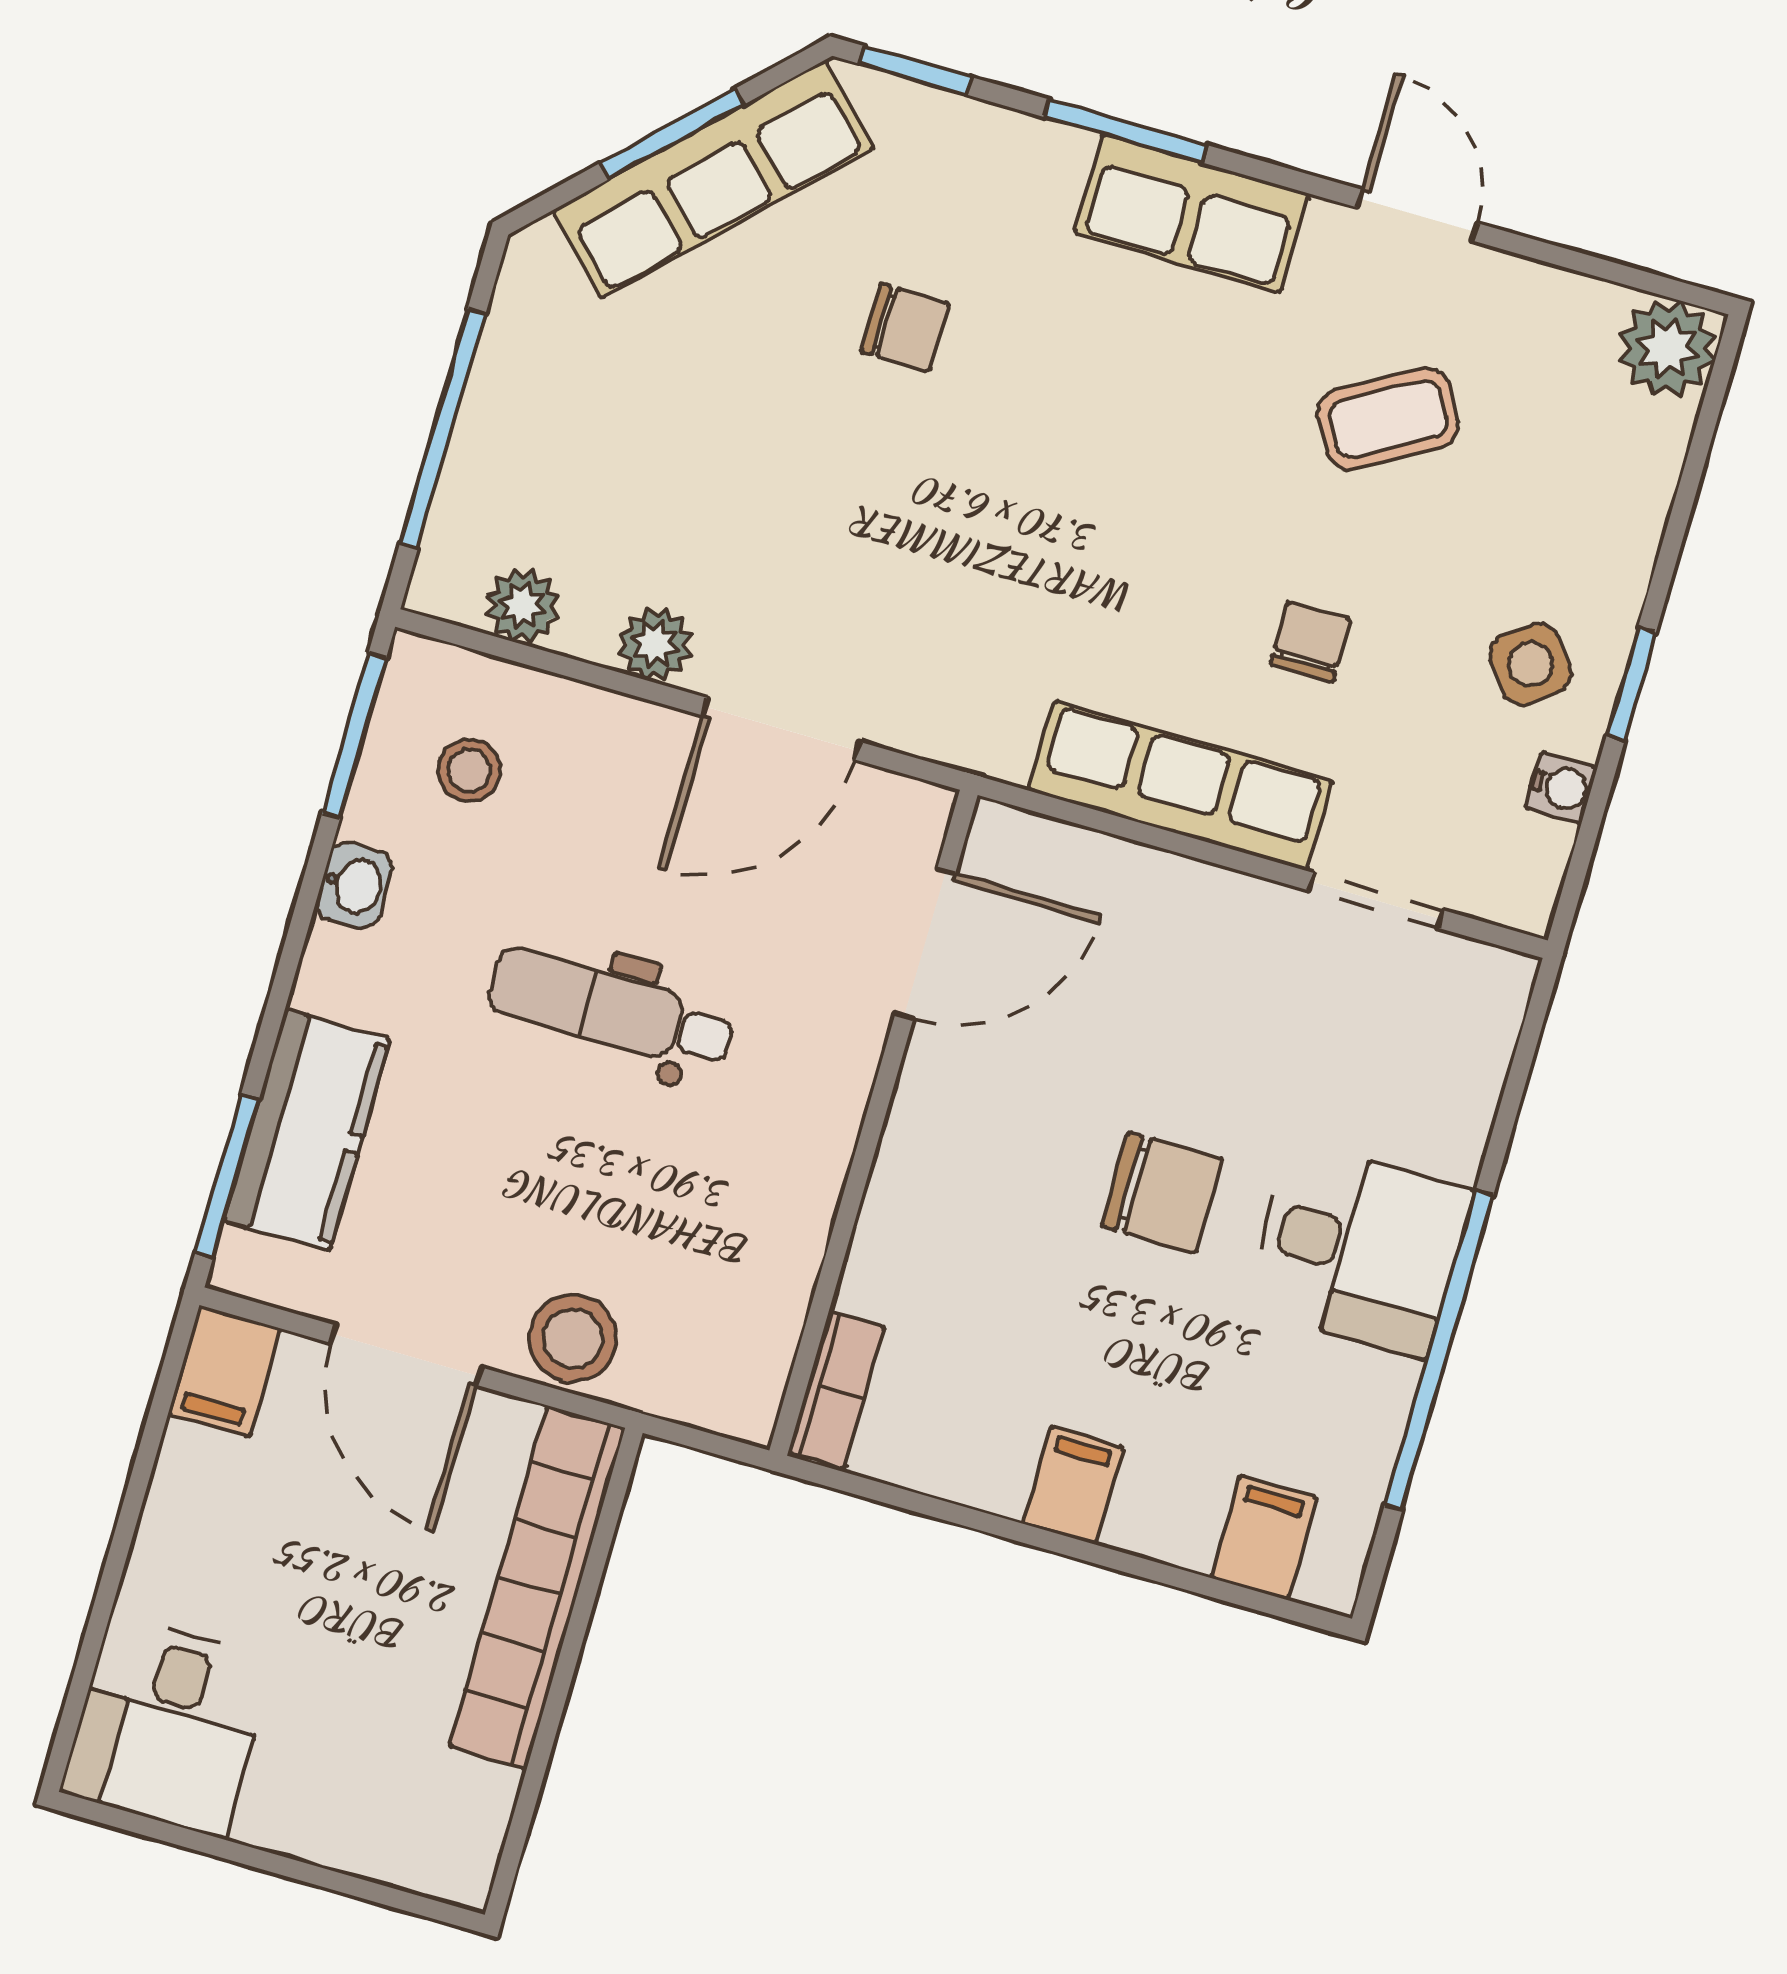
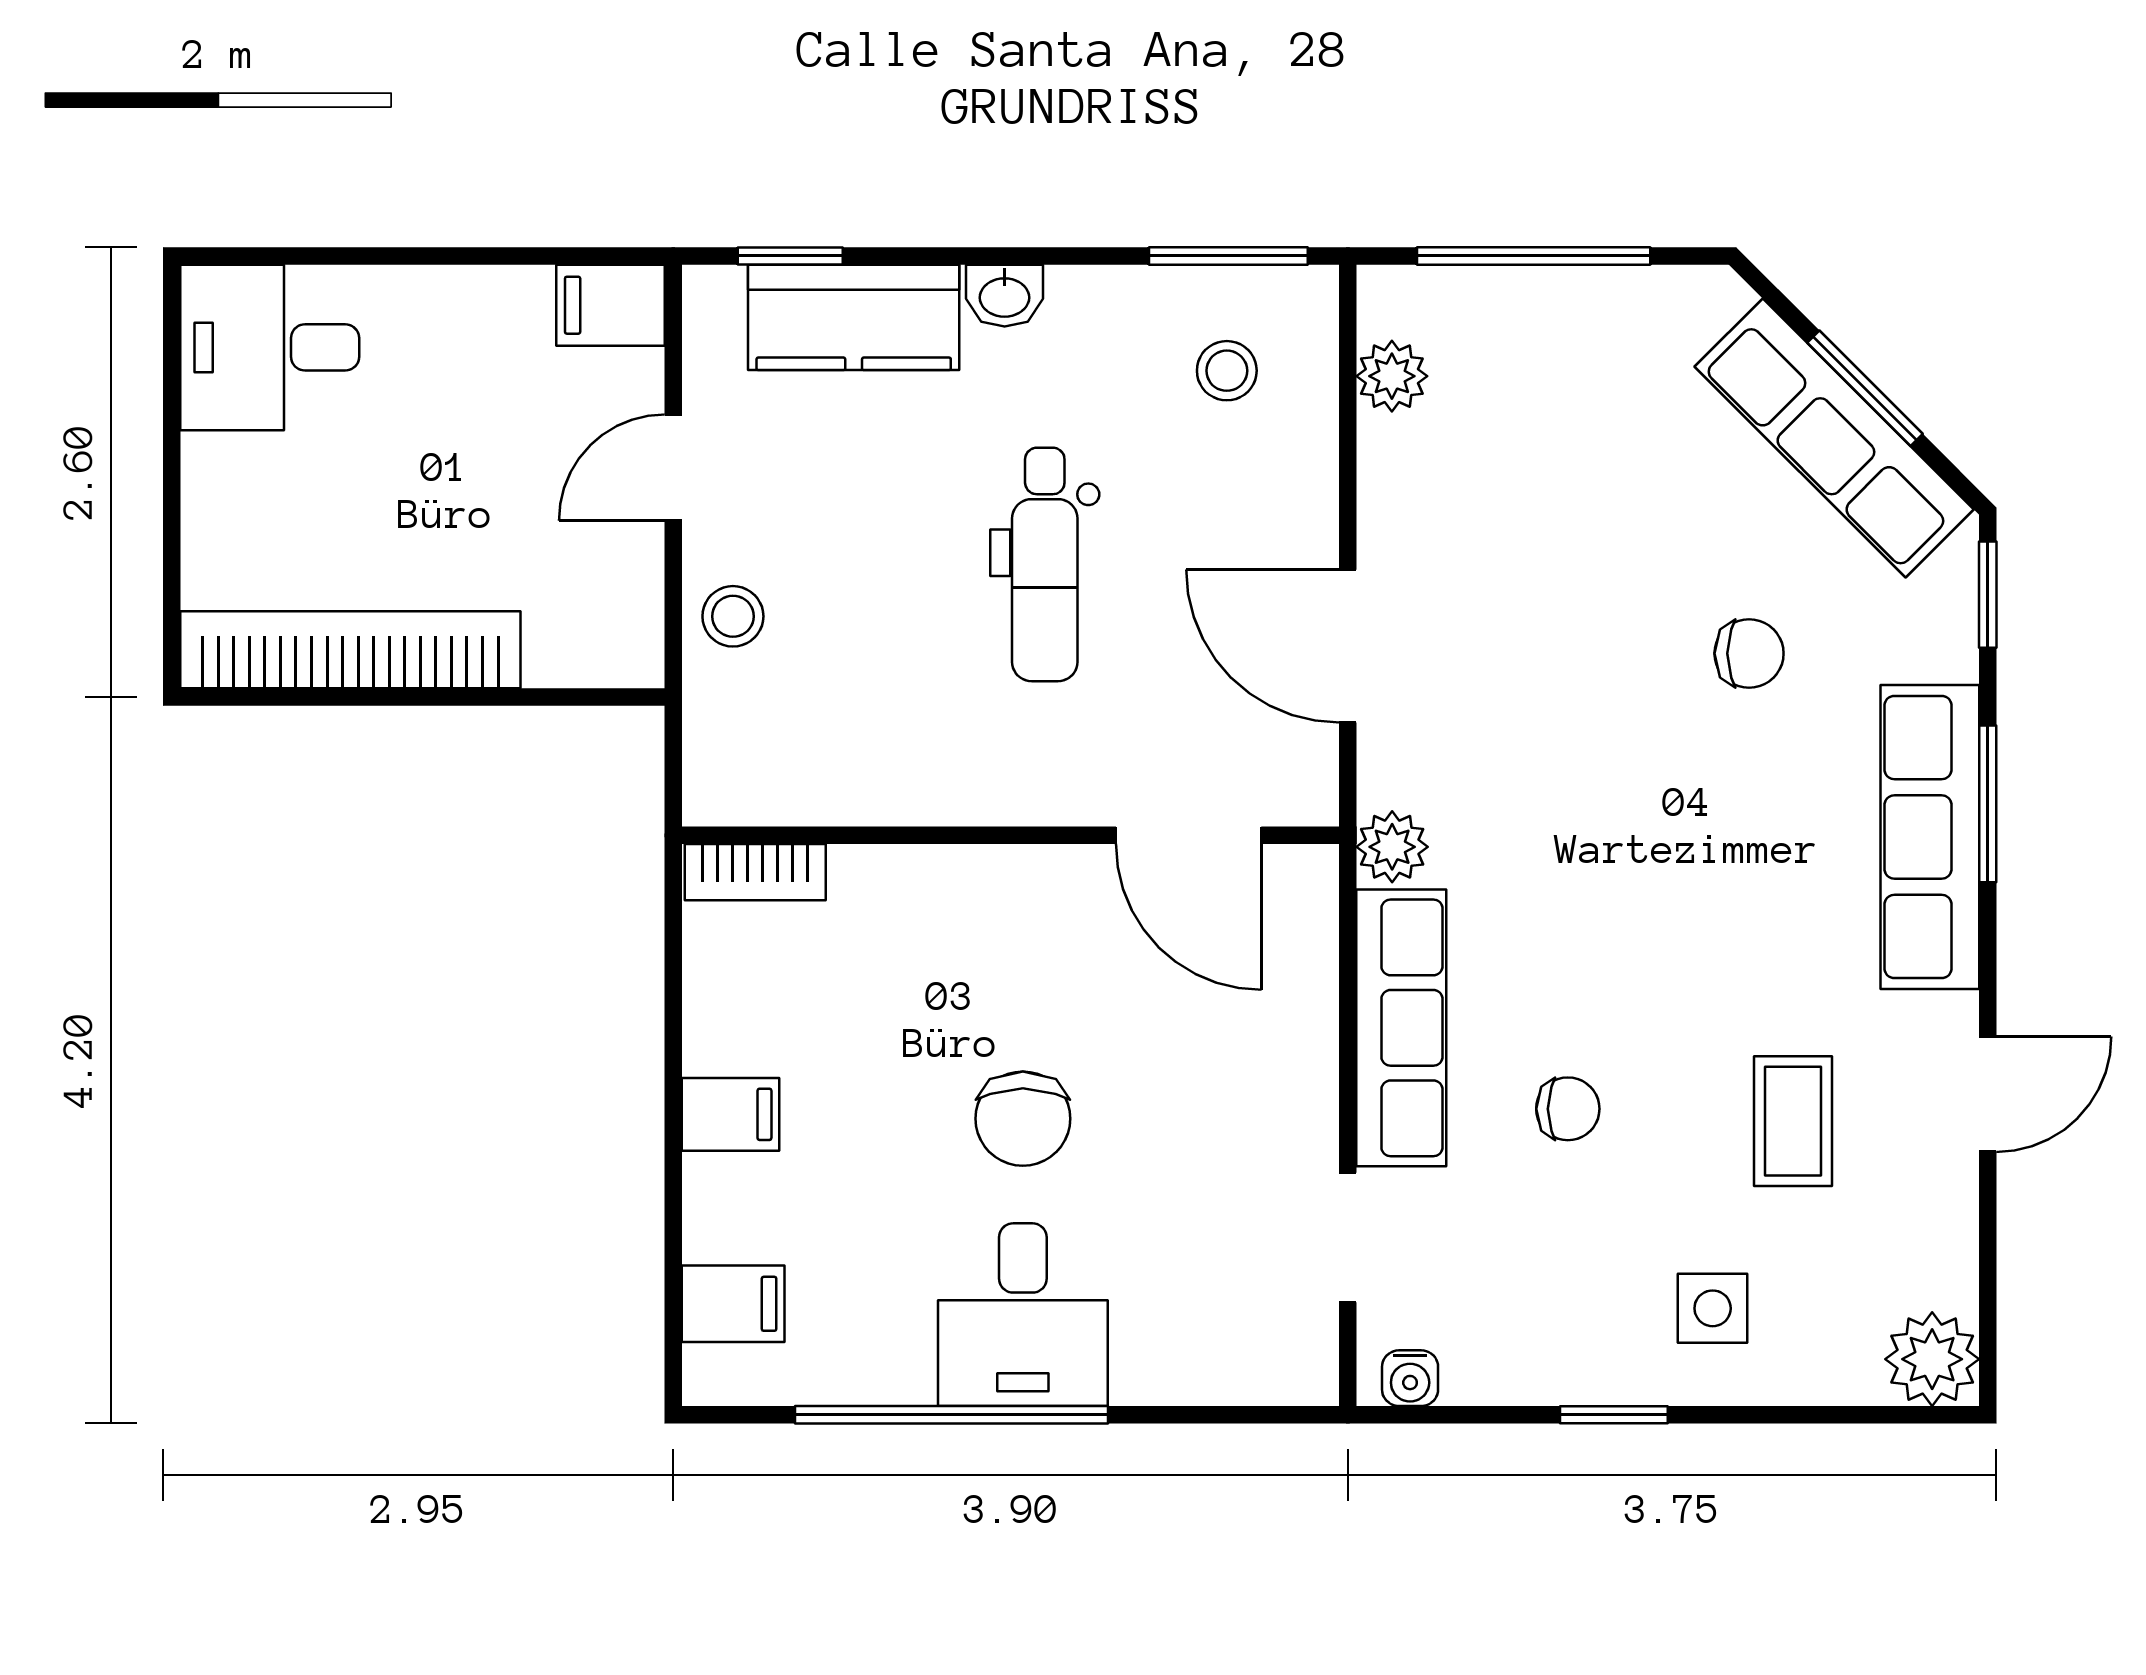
row of seats: (1192, 213) -> (1930, 837), width x1.48
chair: (905, 327) -> (1749, 653), turned -90
coffee table: (1388, 419) -> (1793, 1121), turned 30
plant: (655, 644) -> (1392, 847), moved
side table: (1530, 664) -> (1713, 1308), moved, turned 37
water cooler: (1562, 787) -> (1410, 1378), moved
washbasin: (354, 885) -> (1005, 296), moved
dental chair: (611, 1010) -> (1045, 564), turned 180
window: (227, 1176) -> (790, 256), width x0.67
stool: (573, 1338) -> (733, 616), width x0.73, depth x0.73
door: (406, 1355) -> (673, 468), width x0.73
bookcase: (537, 1588) -> (350, 650), moved

